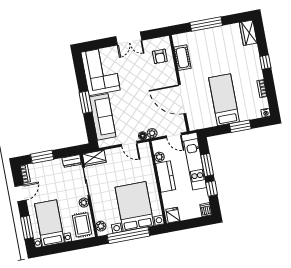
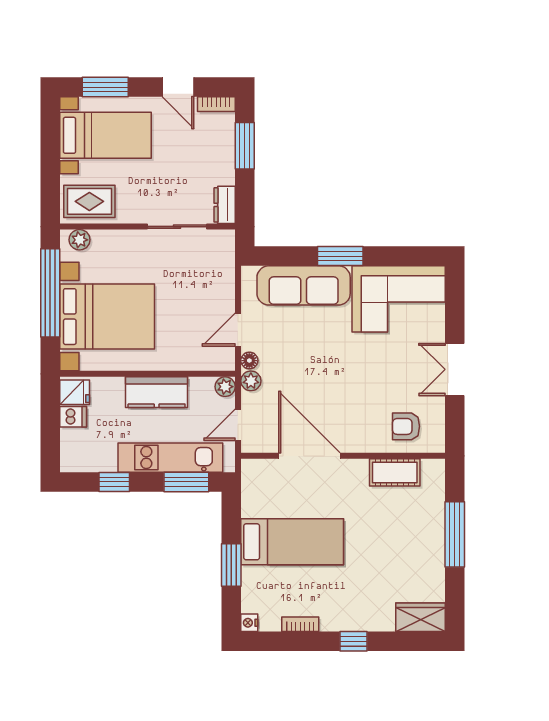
door: (182, 99) -> (309, 456), hinge flipped
plant: (159, 157) -> (225, 387), moved
wardrobe: (94, 158) -> (222, 252), removed
window: (207, 165) -> (186, 482), moved
plant: (84, 203) -> (134, 214), removed
dishwasher: (206, 210) -> (73, 417), moved

